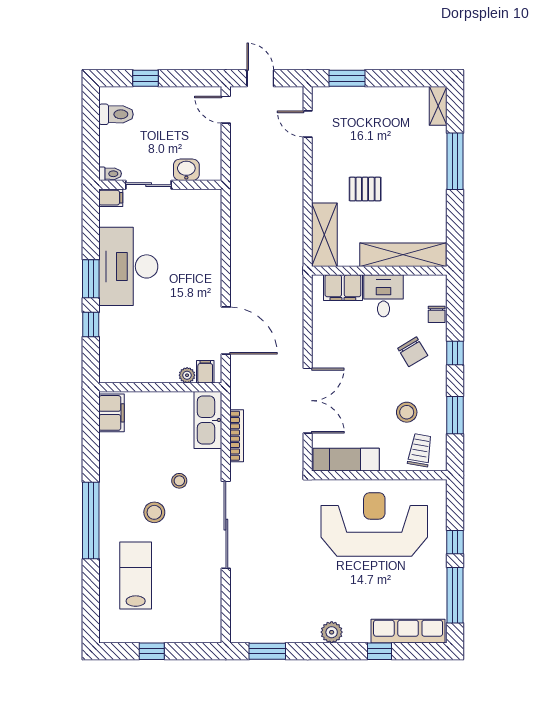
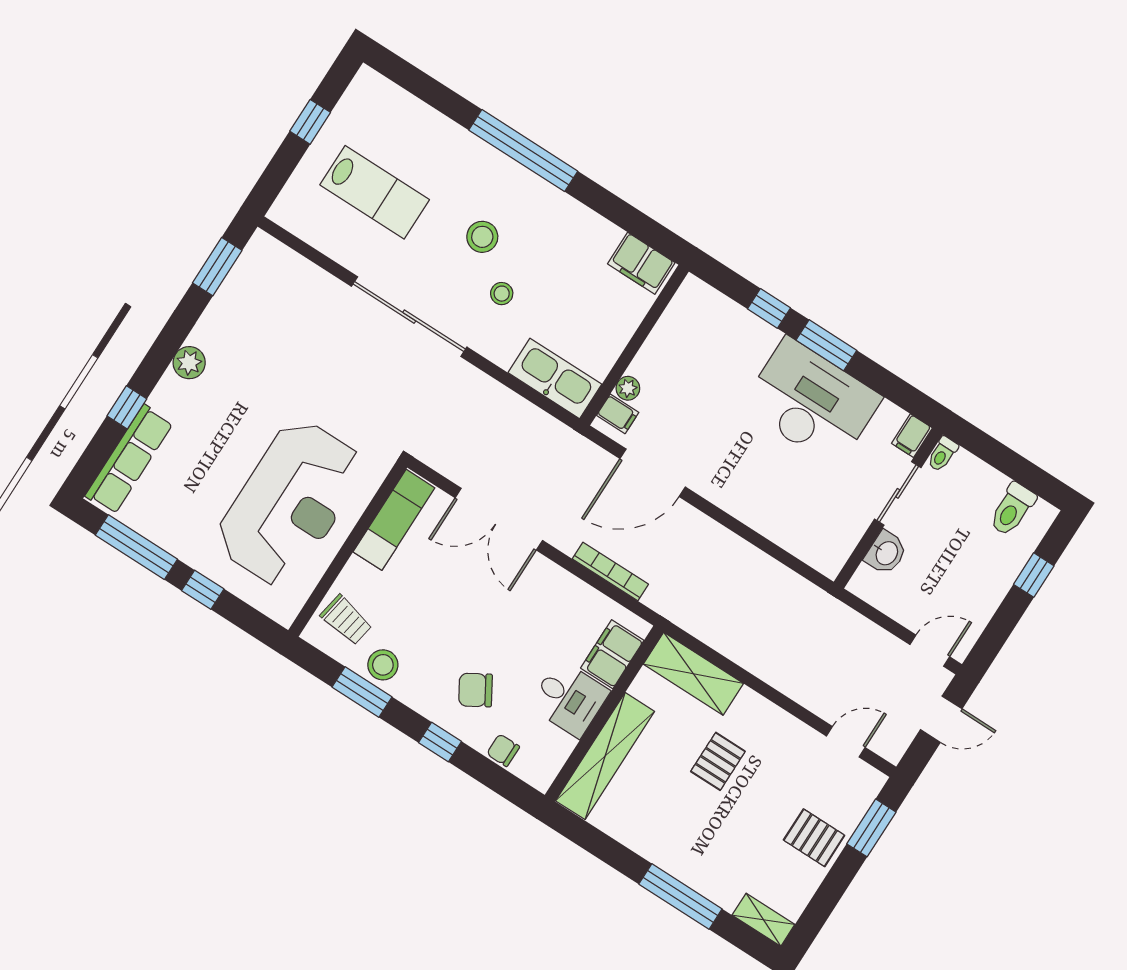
pallet: (373, 107) -> (814, 838), added
stool: (407, 412) -> (383, 665), moved
bookcase: (237, 436) -> (610, 571), moved, turned 180
lab bench: (136, 575) -> (375, 192), moved

